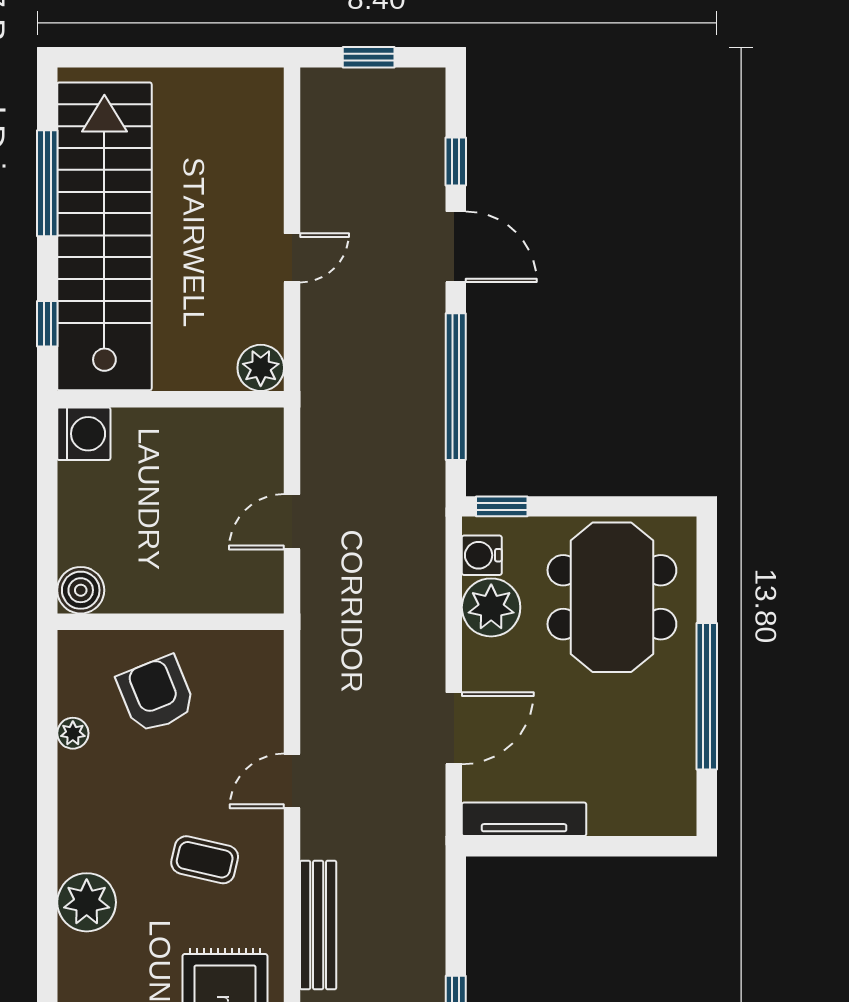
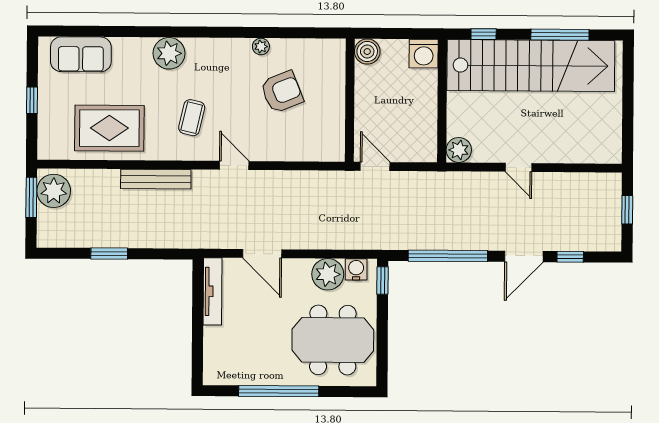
boiler: (81, 590) -> (367, 52), moved
wall: (171, 622) -> (350, 100), moved

